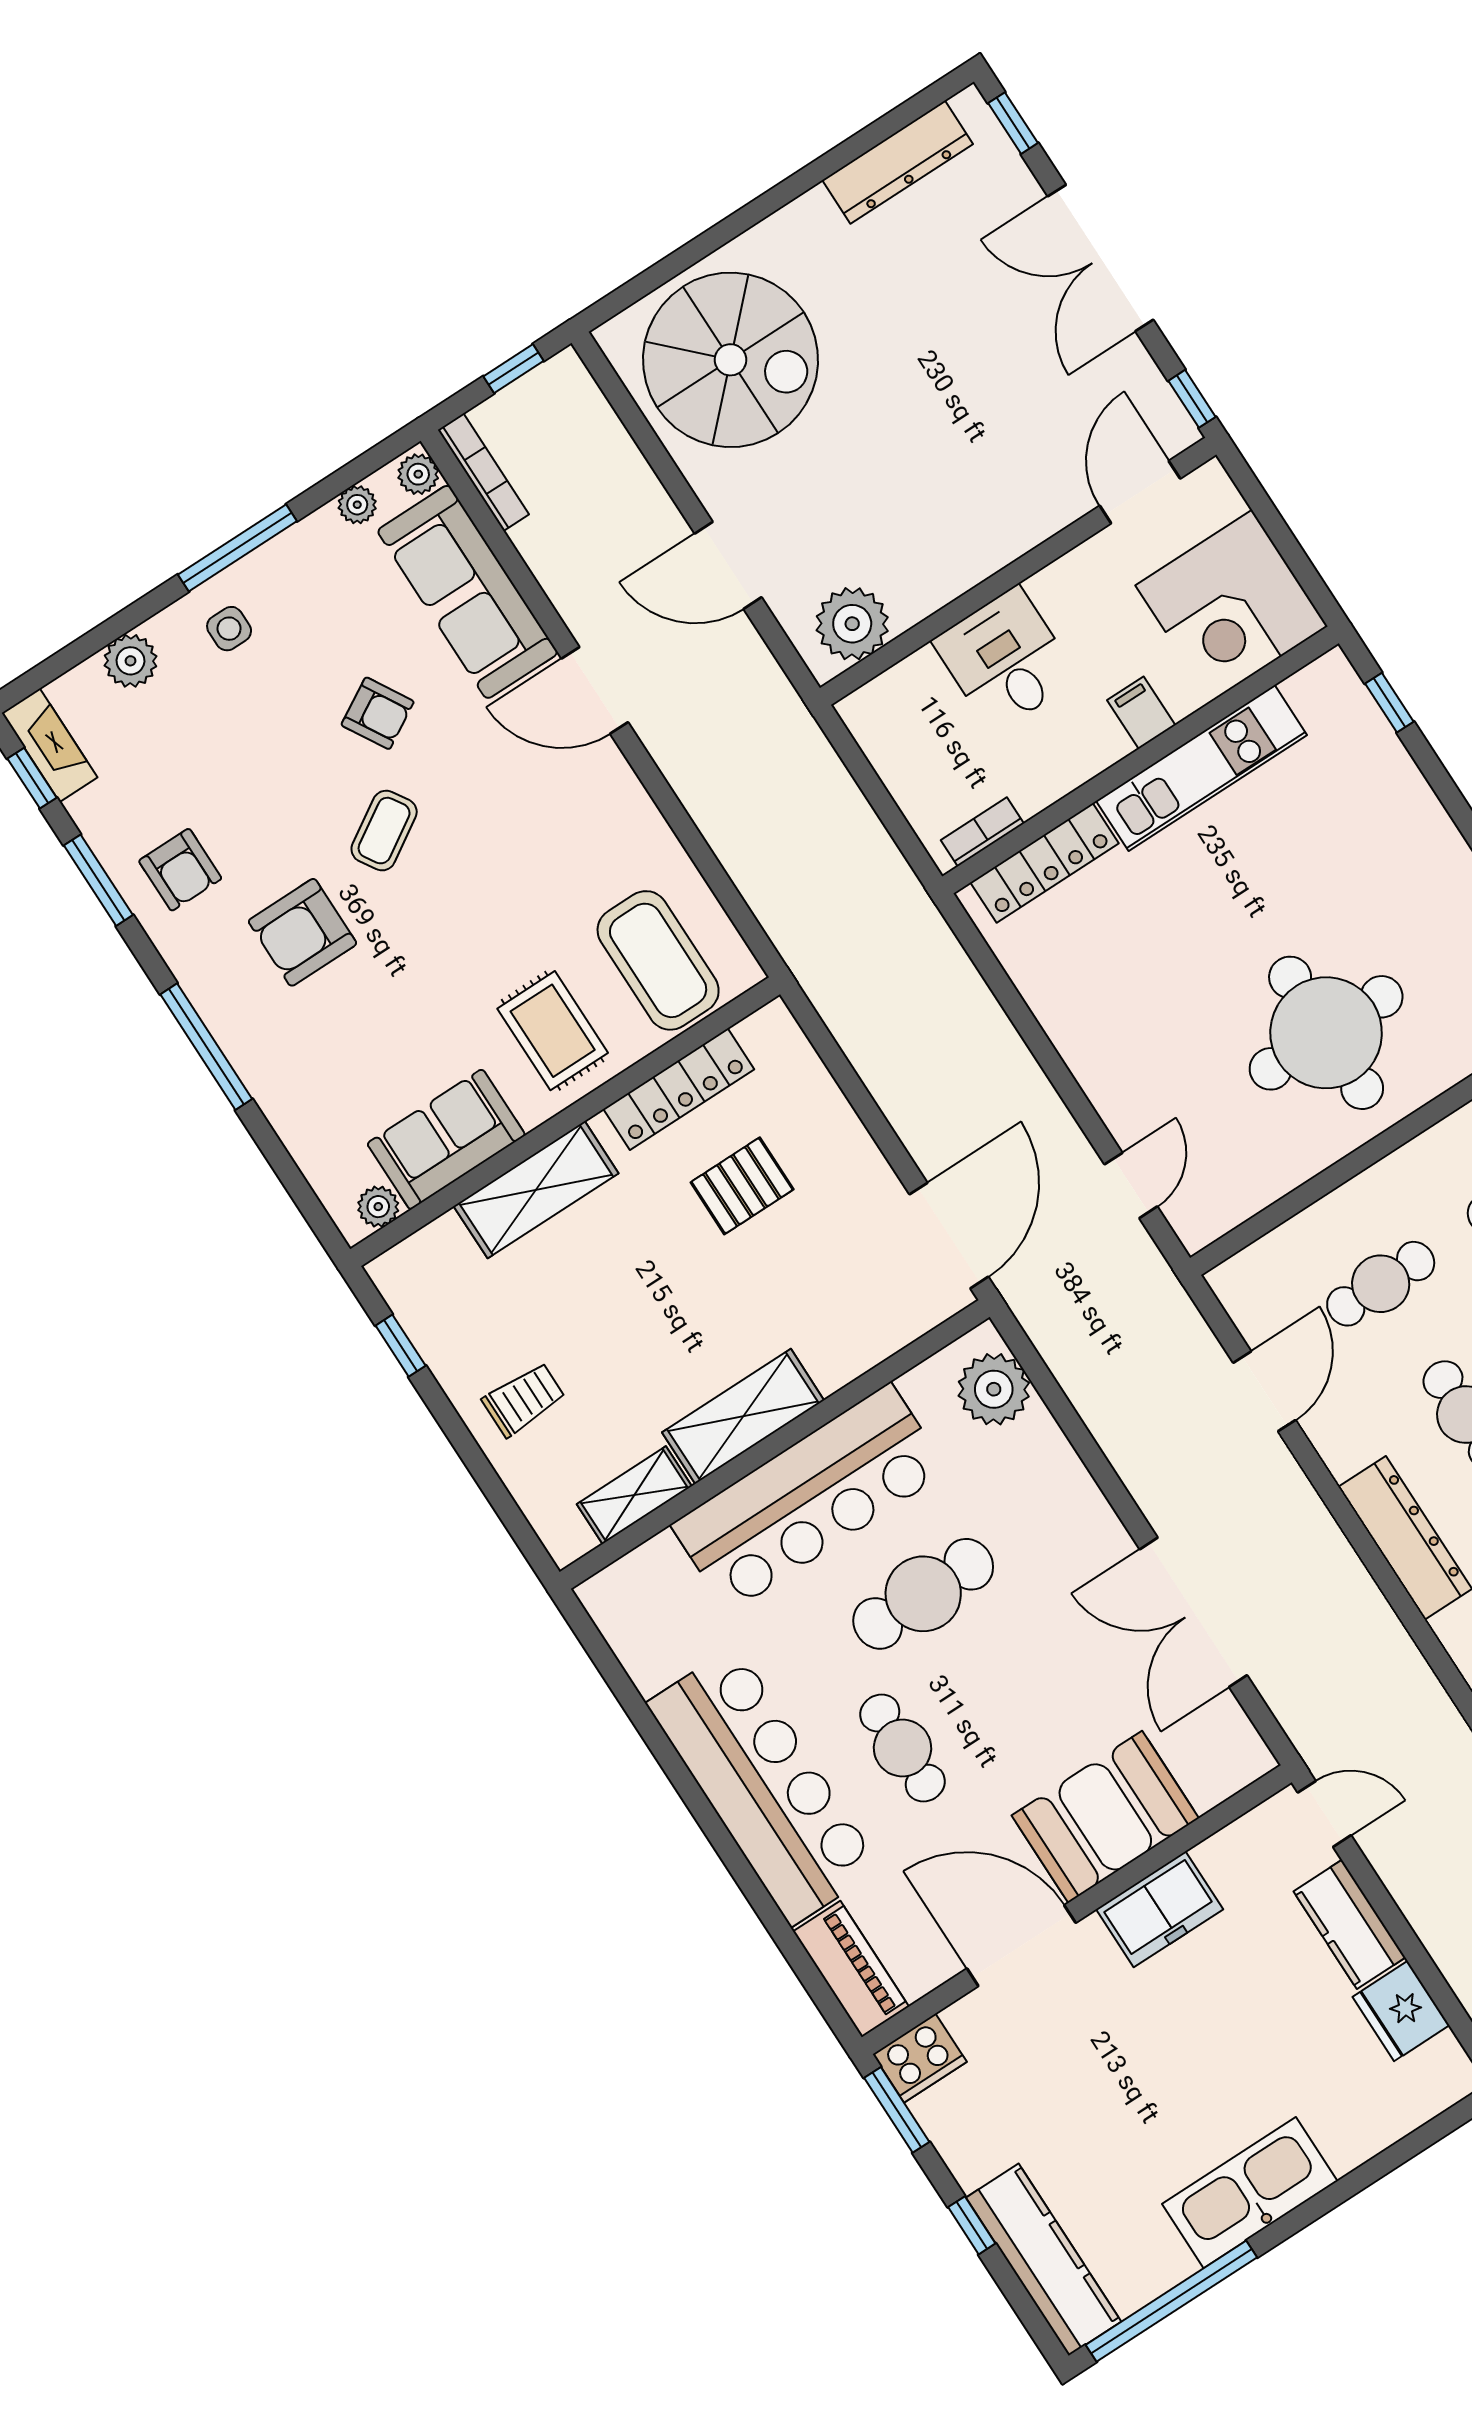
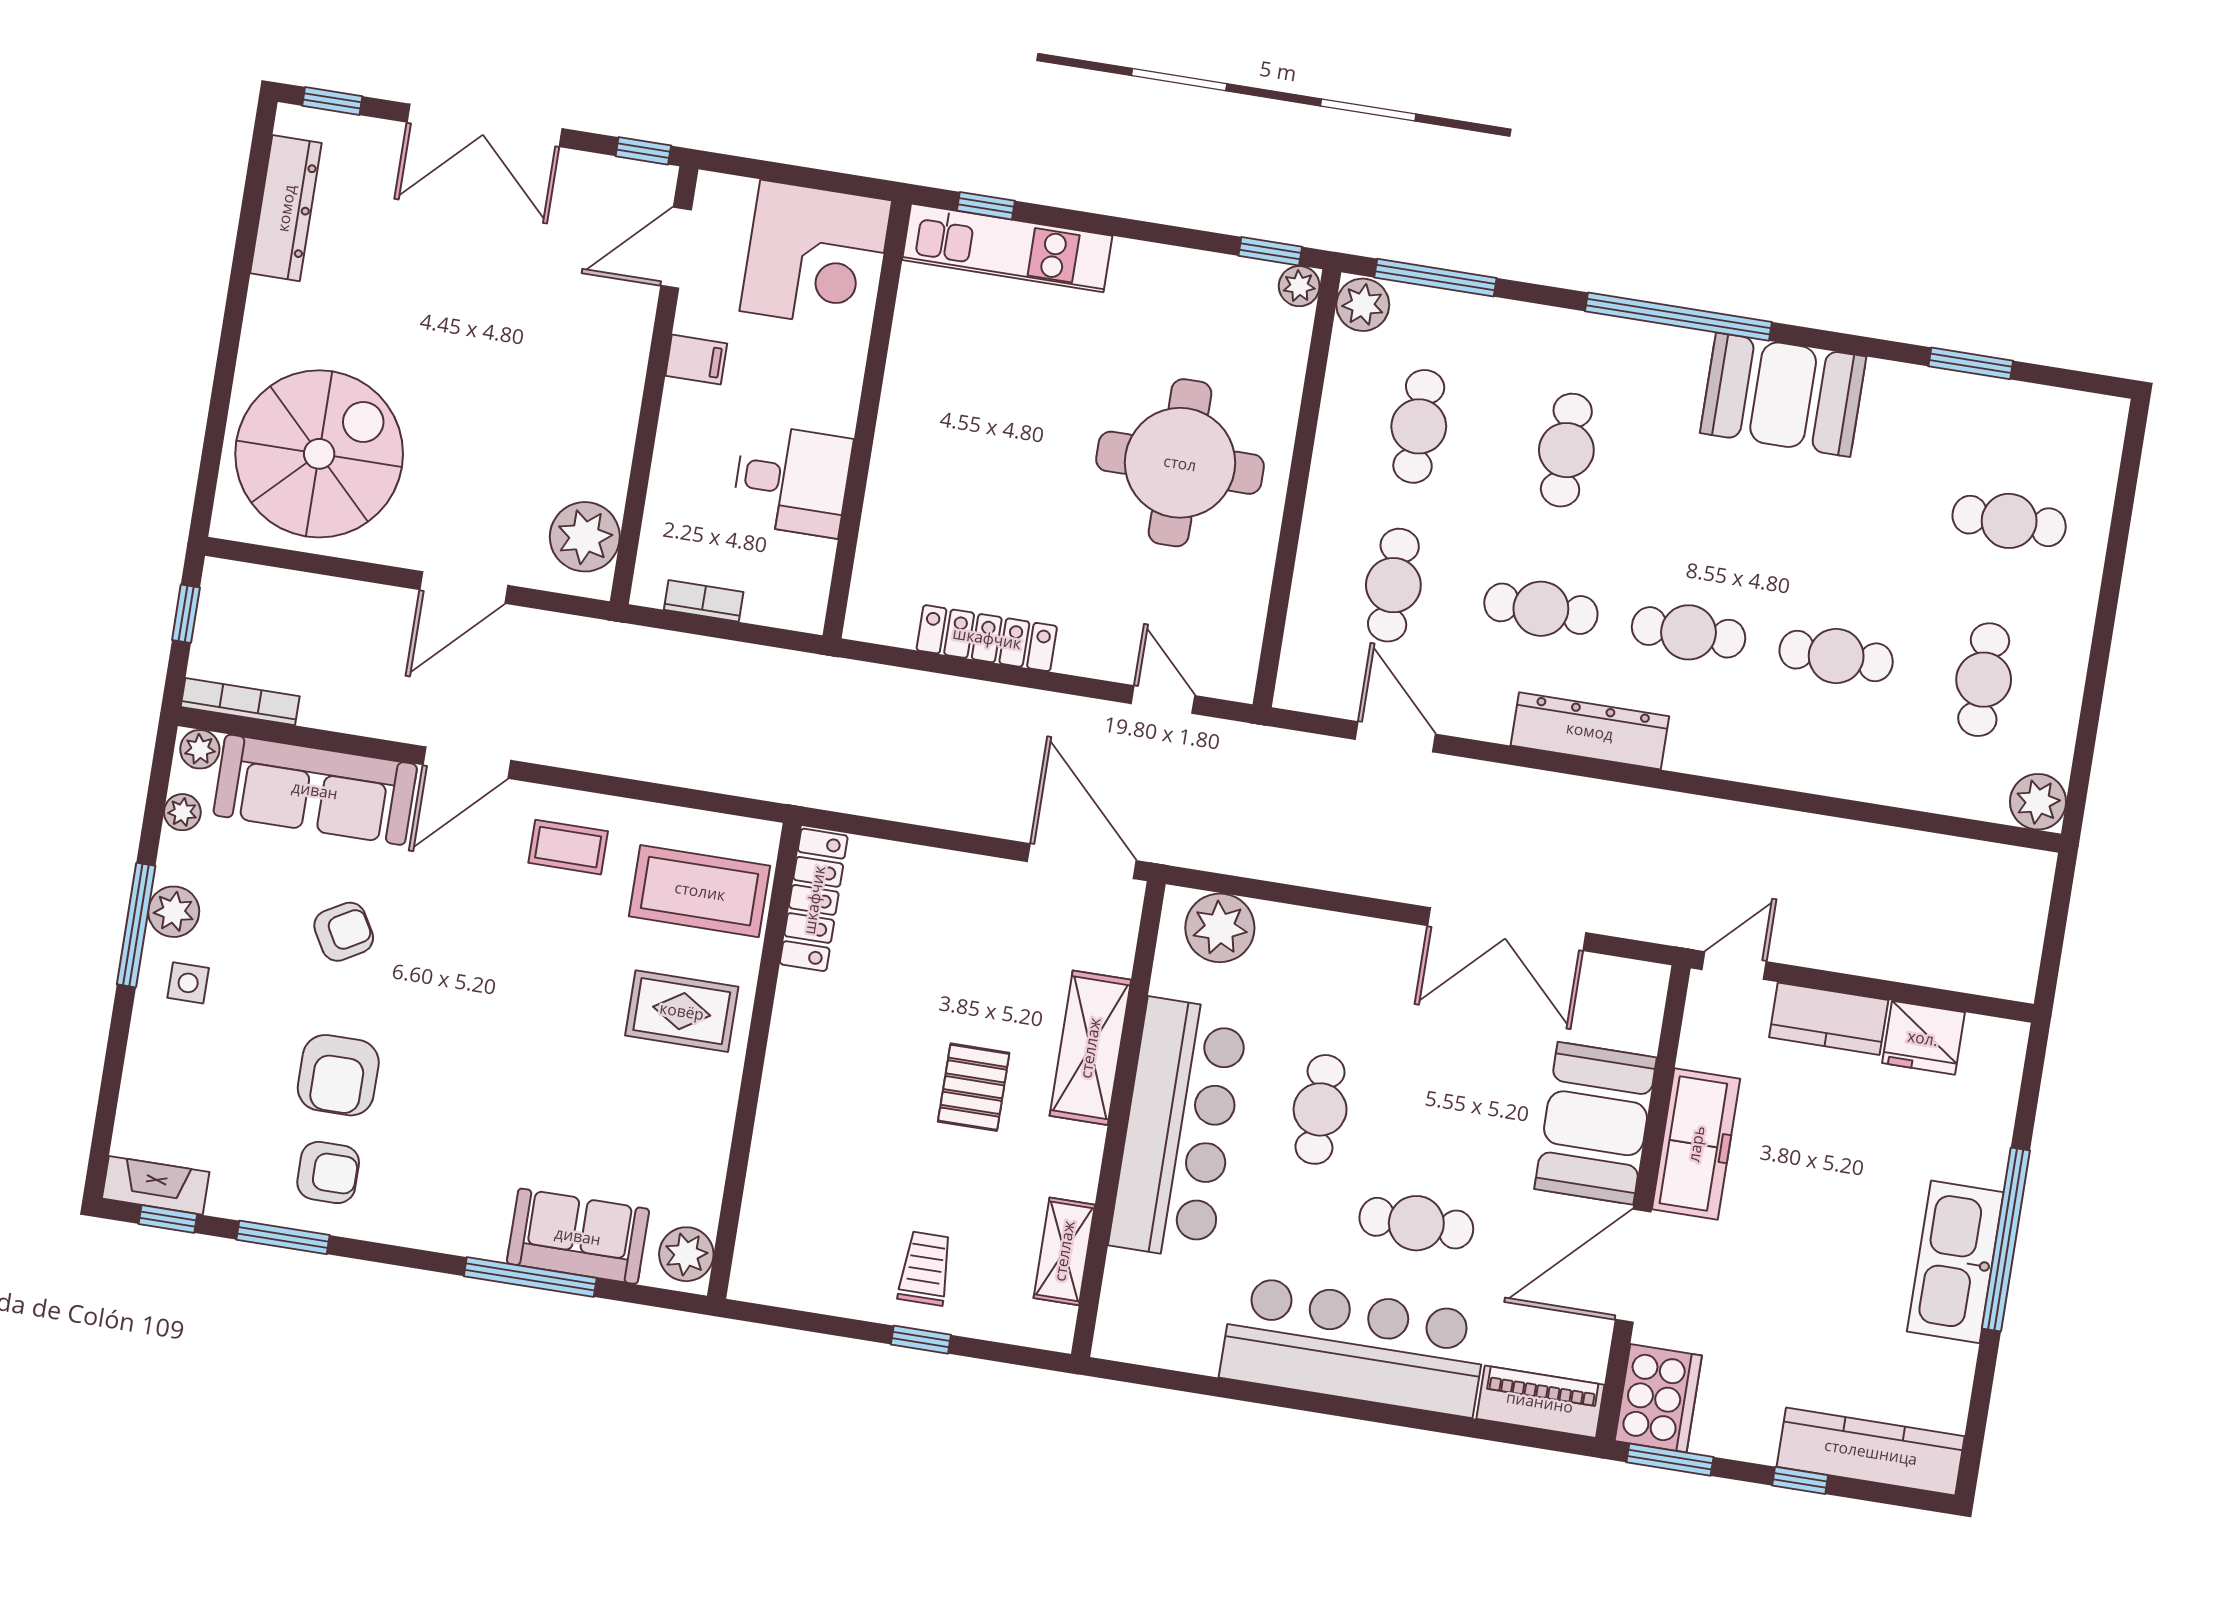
door: (1140, 492) -> (676, 248), hinge flipped
desk: (1005, 660) -> (792, 480), moved, turned 180
plant: (131, 661) -> (174, 912), moved
filing cabinet: (1141, 713) -> (696, 360), moved, turned 180
kitchen unit: (1202, 768) -> (1007, 248), moved, turned 90
coffee table: (384, 831) -> (568, 847), moved, turned -58
bookcase: (982, 832) -> (704, 601), moved, turned 90
locker: (1045, 863) -> (987, 638), moved, turned -90
armchair: (302, 932) -> (338, 1075), moved
window: (206, 1047) -> (530, 1277), moved
locker: (679, 1089) -> (814, 900), moved
sofa: (446, 1139) -> (578, 1236), moved, turned 90
pallet: (742, 1186) -> (974, 1087), moved
shelving: (536, 1190) -> (784, 1125), removed
plant: (378, 1207) -> (686, 1254), width x1.38, depth x1.38
window: (401, 1346) -> (921, 1340), moved
shelving: (743, 1416) -> (1090, 1048), moved
cafe table: (923, 1594) -> (1320, 1109), width x0.73, depth x0.74
freezer: (1160, 1909) -> (1696, 1144), width x1.40
cooker: (920, 2058) -> (1658, 1398), width x1.37, depth x1.31
window: (1171, 2301) -> (2006, 1239), moved

